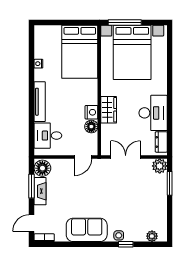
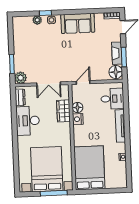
wardrobe: (109, 110) -> (63, 111), moved
plant: (152, 236) -> (37, 20), moved

